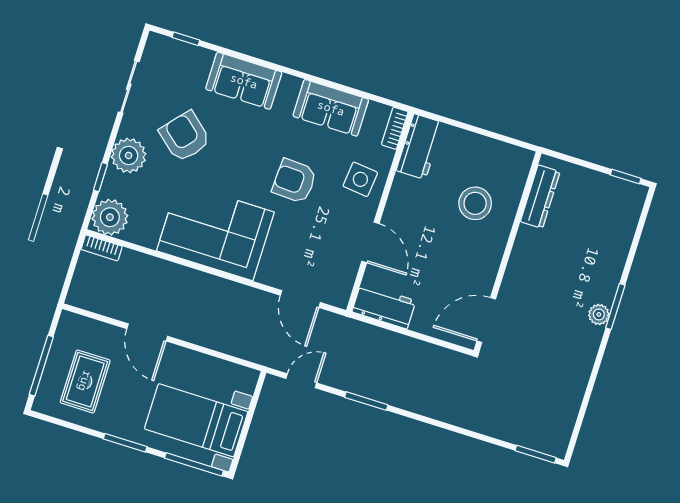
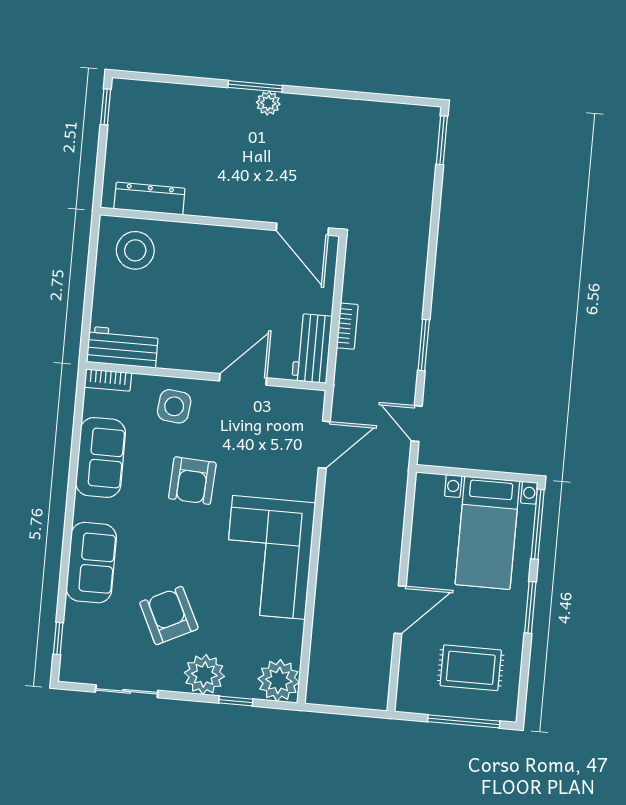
armchair: (185, 136) -> (169, 615), turned 113
stool: (475, 203) -> (135, 250), moved
bookcase: (102, 248) -> (347, 326), moved

